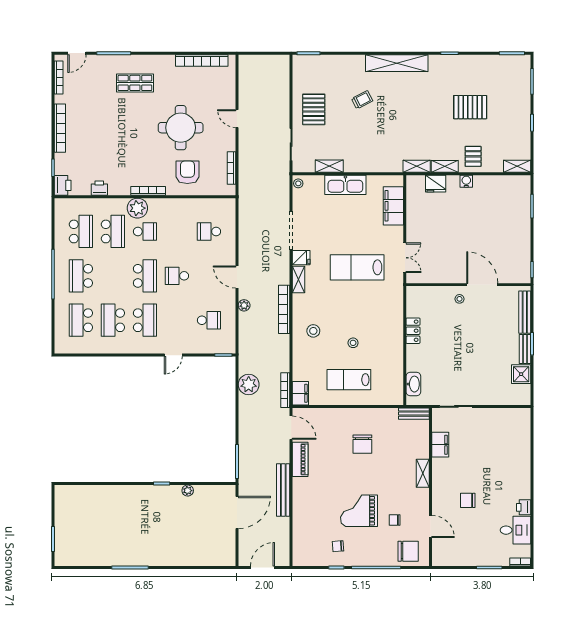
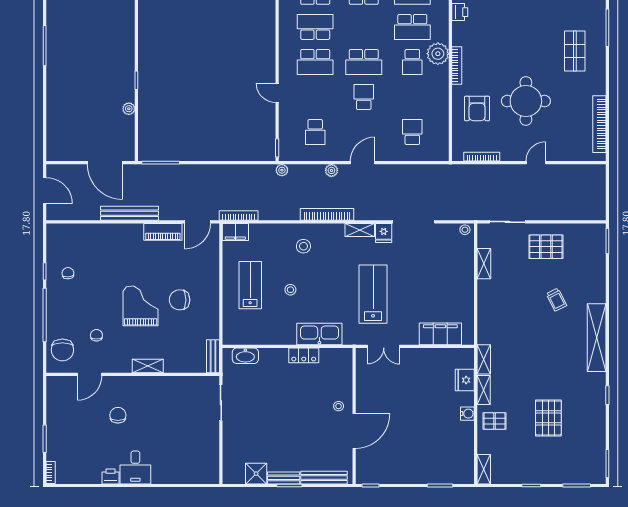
armchair: (187, 172) -> (477, 108), turned 90
kitchen sink: (345, 185) -> (319, 334), moved, turned 90
plant: (249, 384) -> (282, 170), moved, width x0.53, depth x0.53
filing cabinet: (440, 445) -> (179, 385), removed
grand piano: (359, 511) -> (141, 306), moved
desk: (515, 530) -> (135, 467), moved

